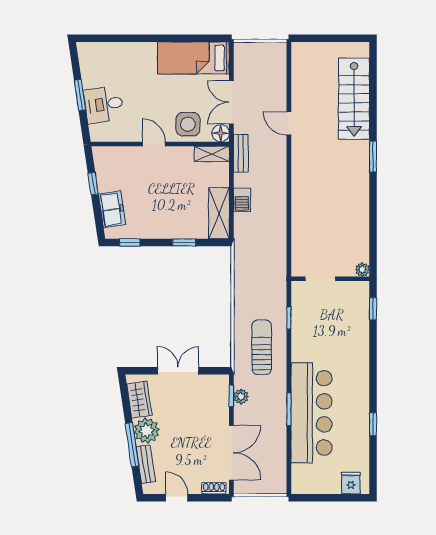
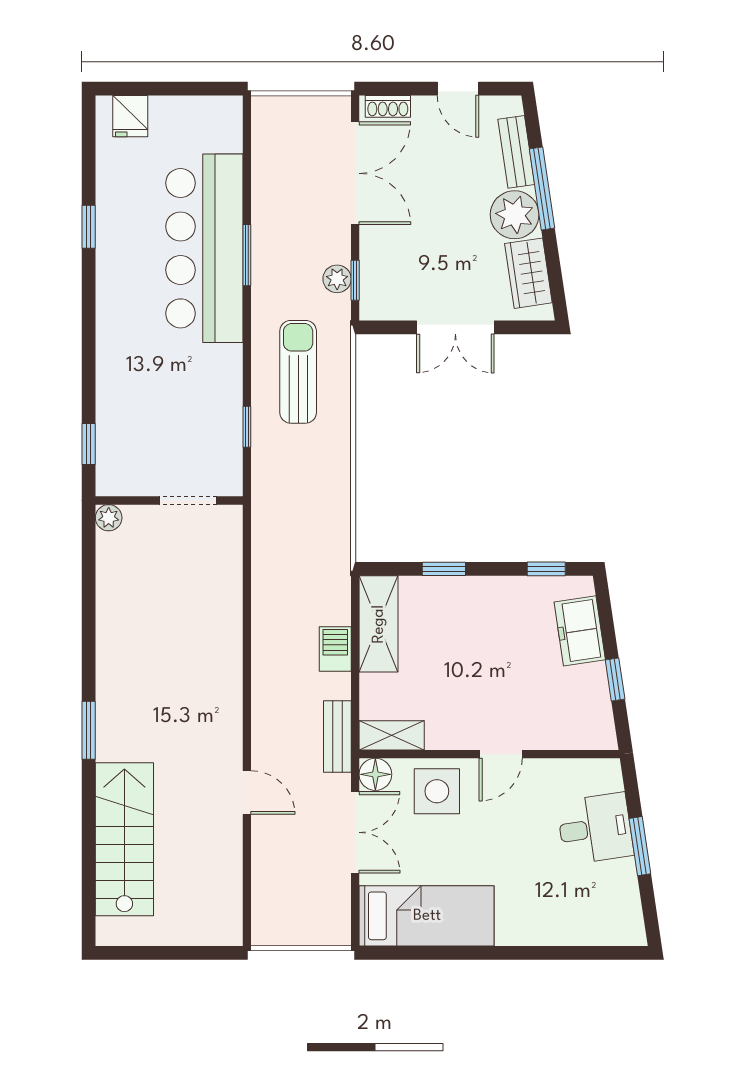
door: (154, 144) -> (501, 754), hinge flipped
sun lounger: (262, 347) -> (298, 372), turned 180
double door: (231, 453) -> (355, 173), swing flipped

